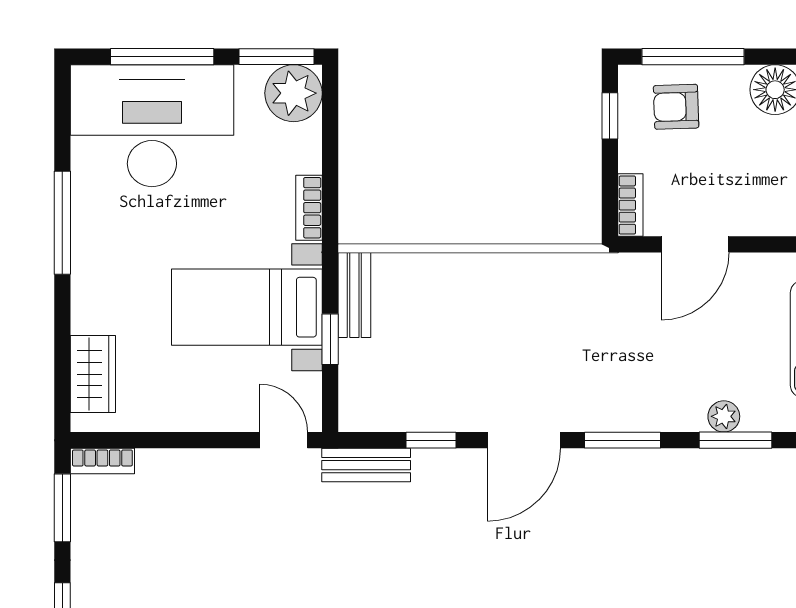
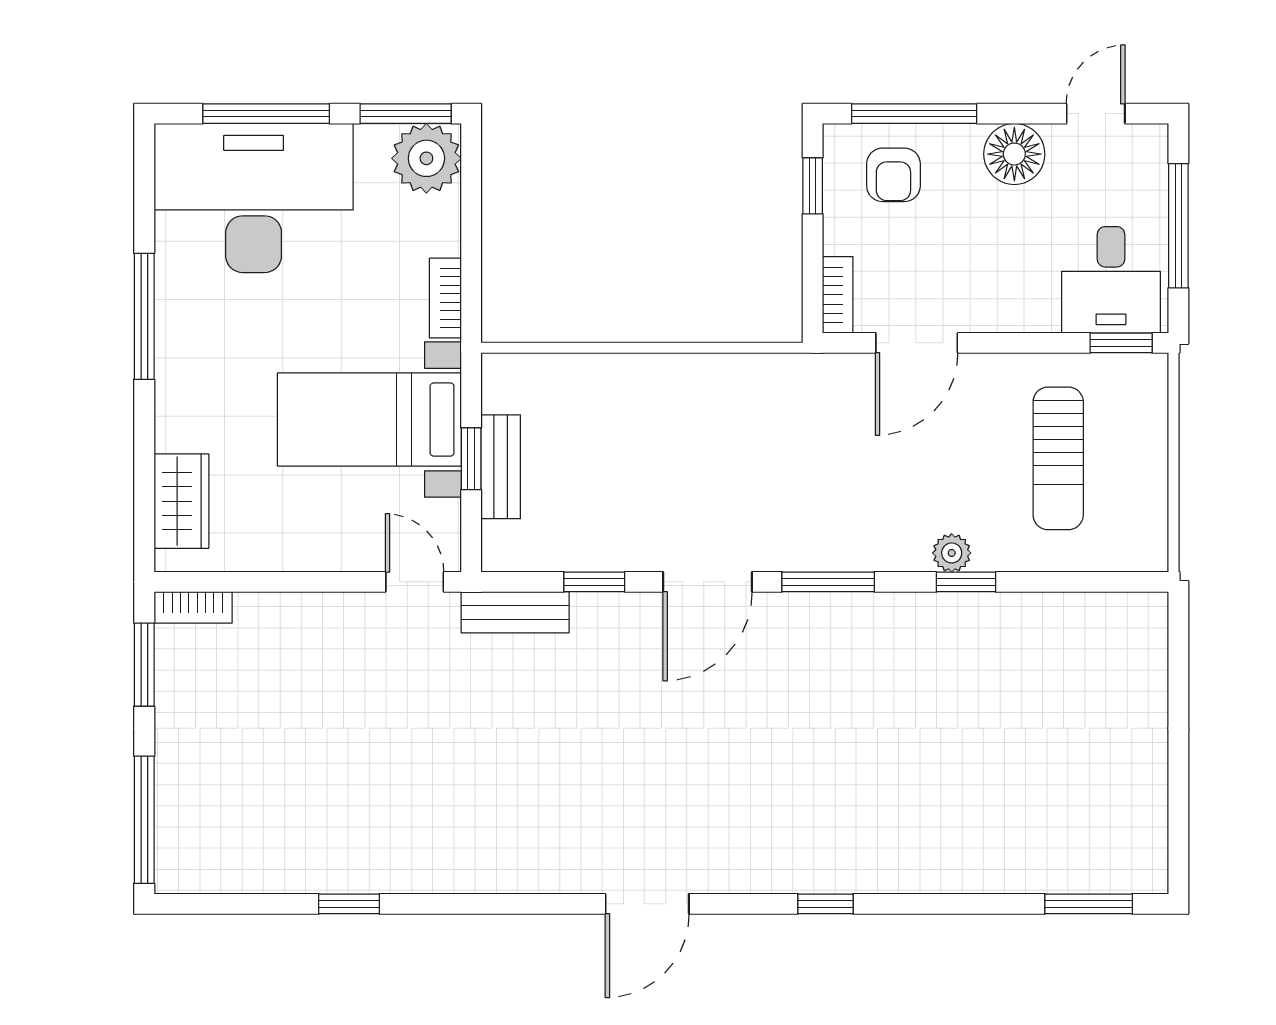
armchair: (676, 107) -> (893, 175), turned -88
bench: (354, 295) -> (501, 467), moved
window: (735, 440) -> (966, 582), width x0.67

